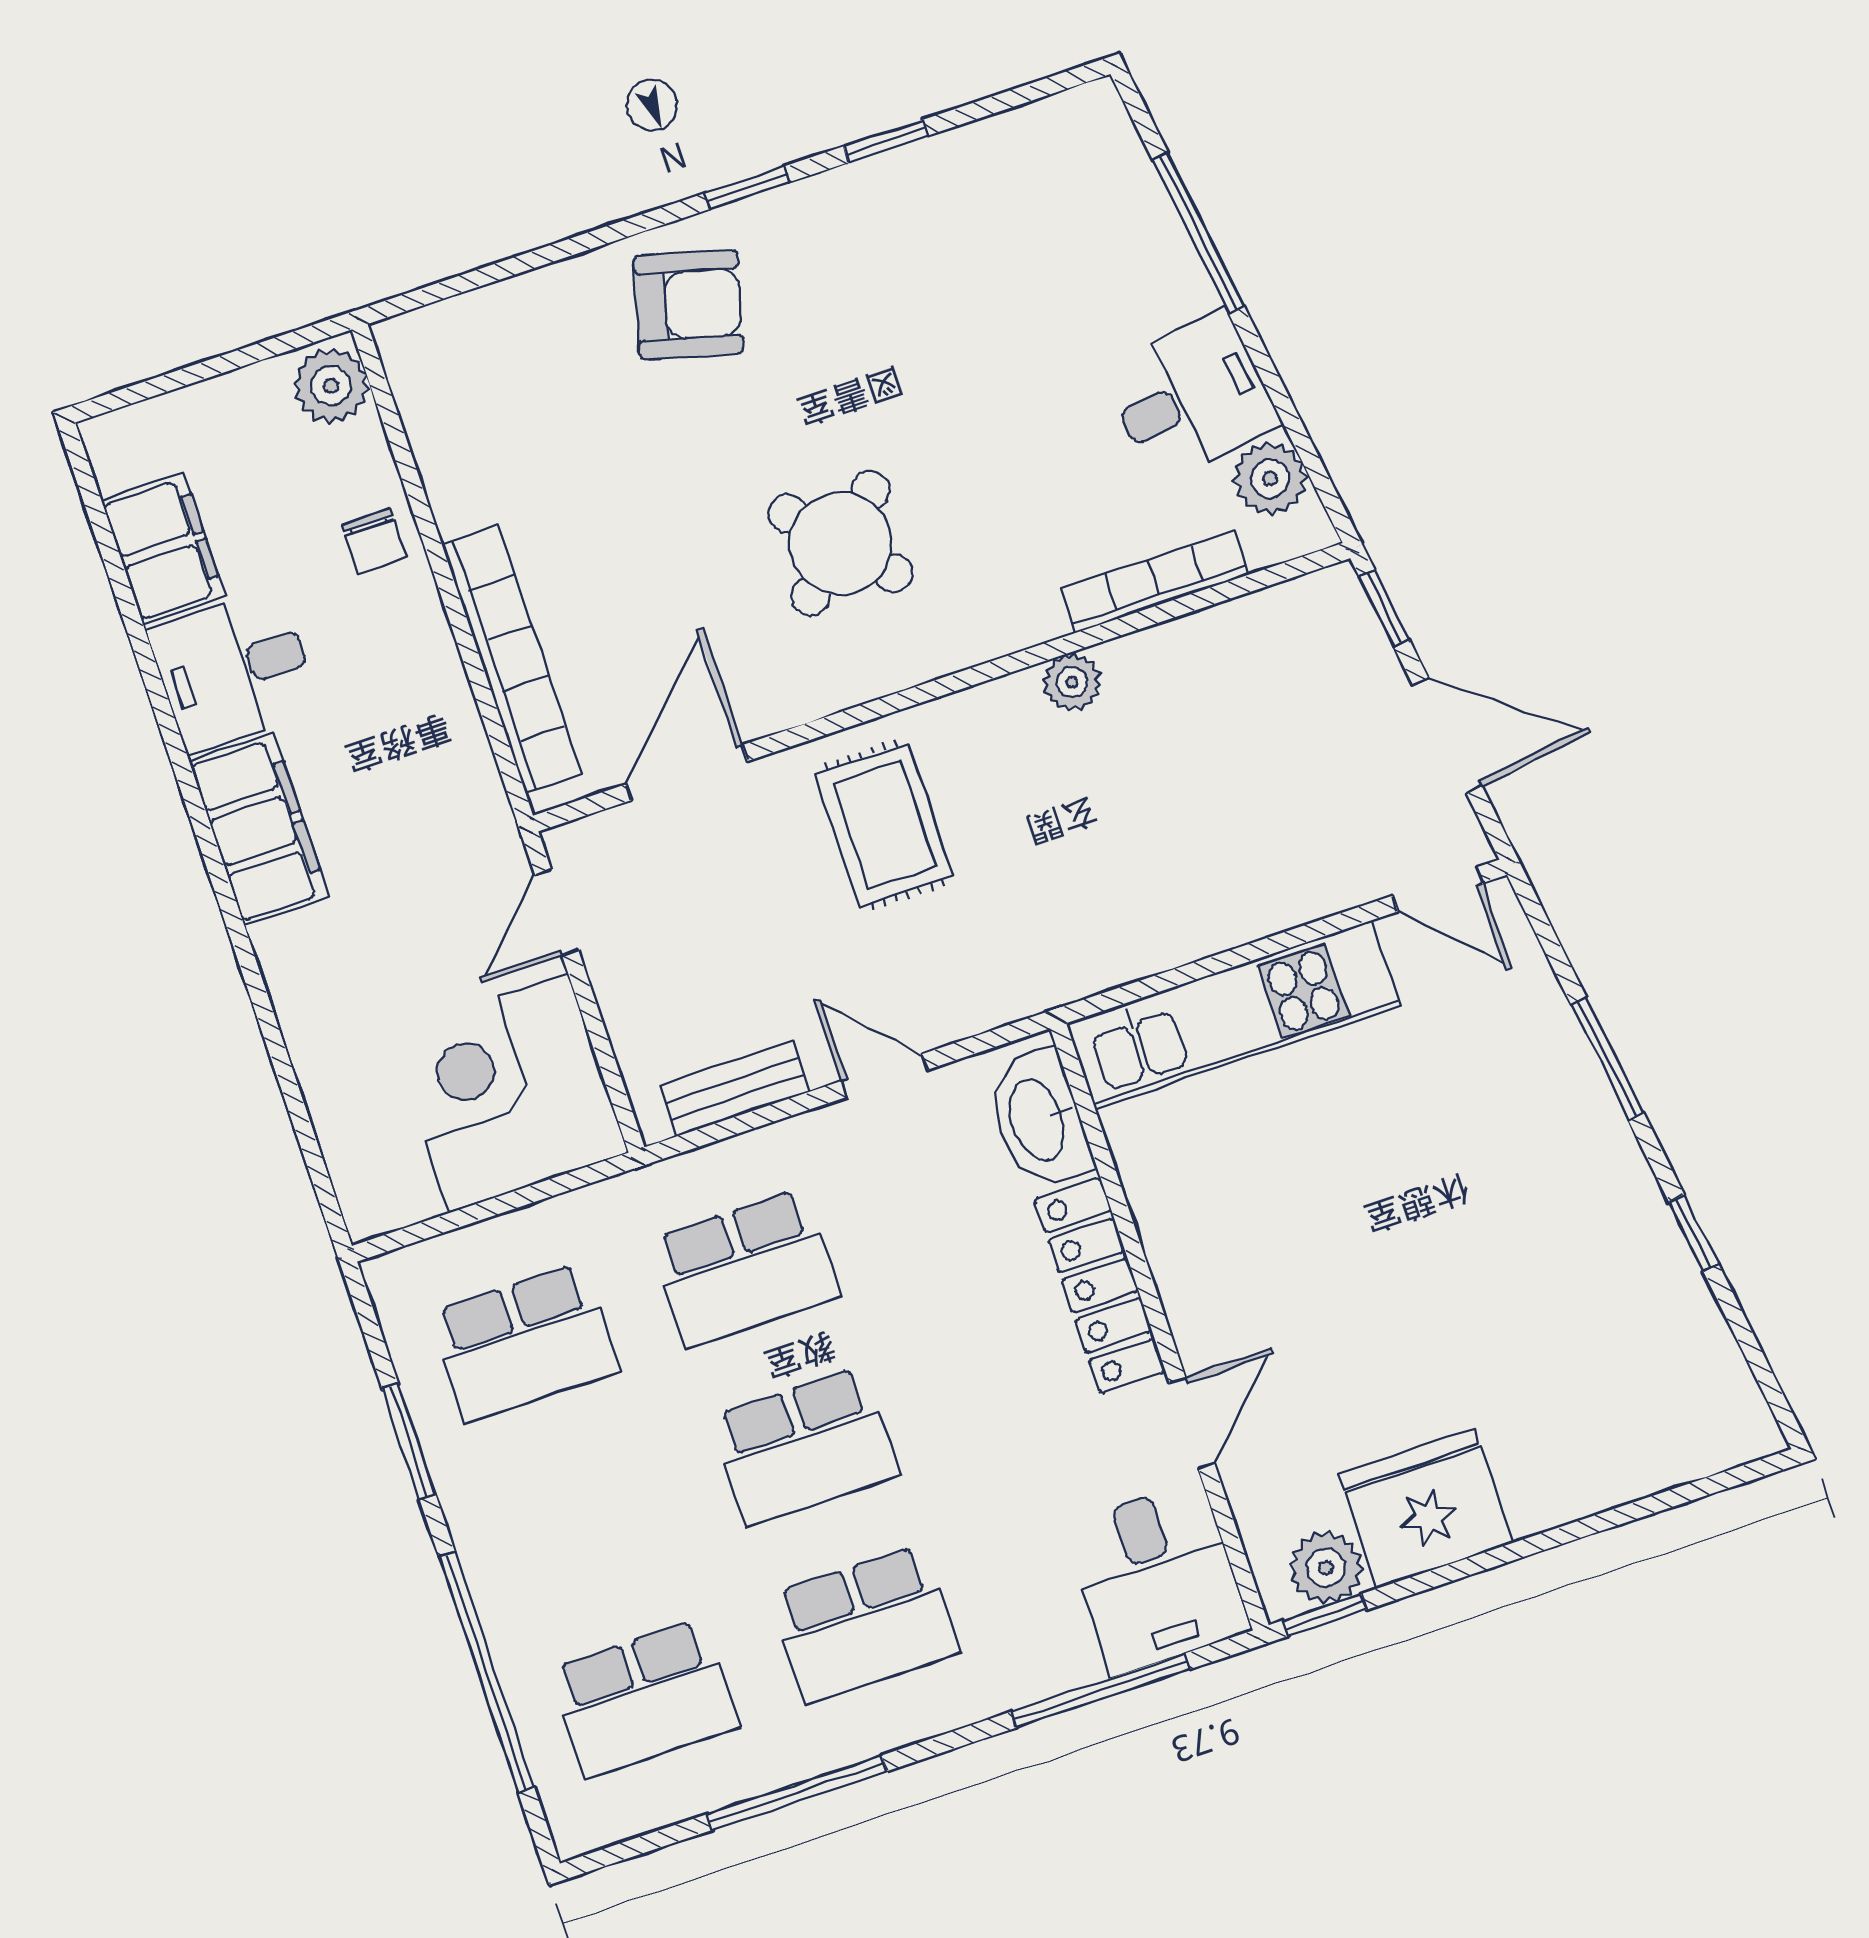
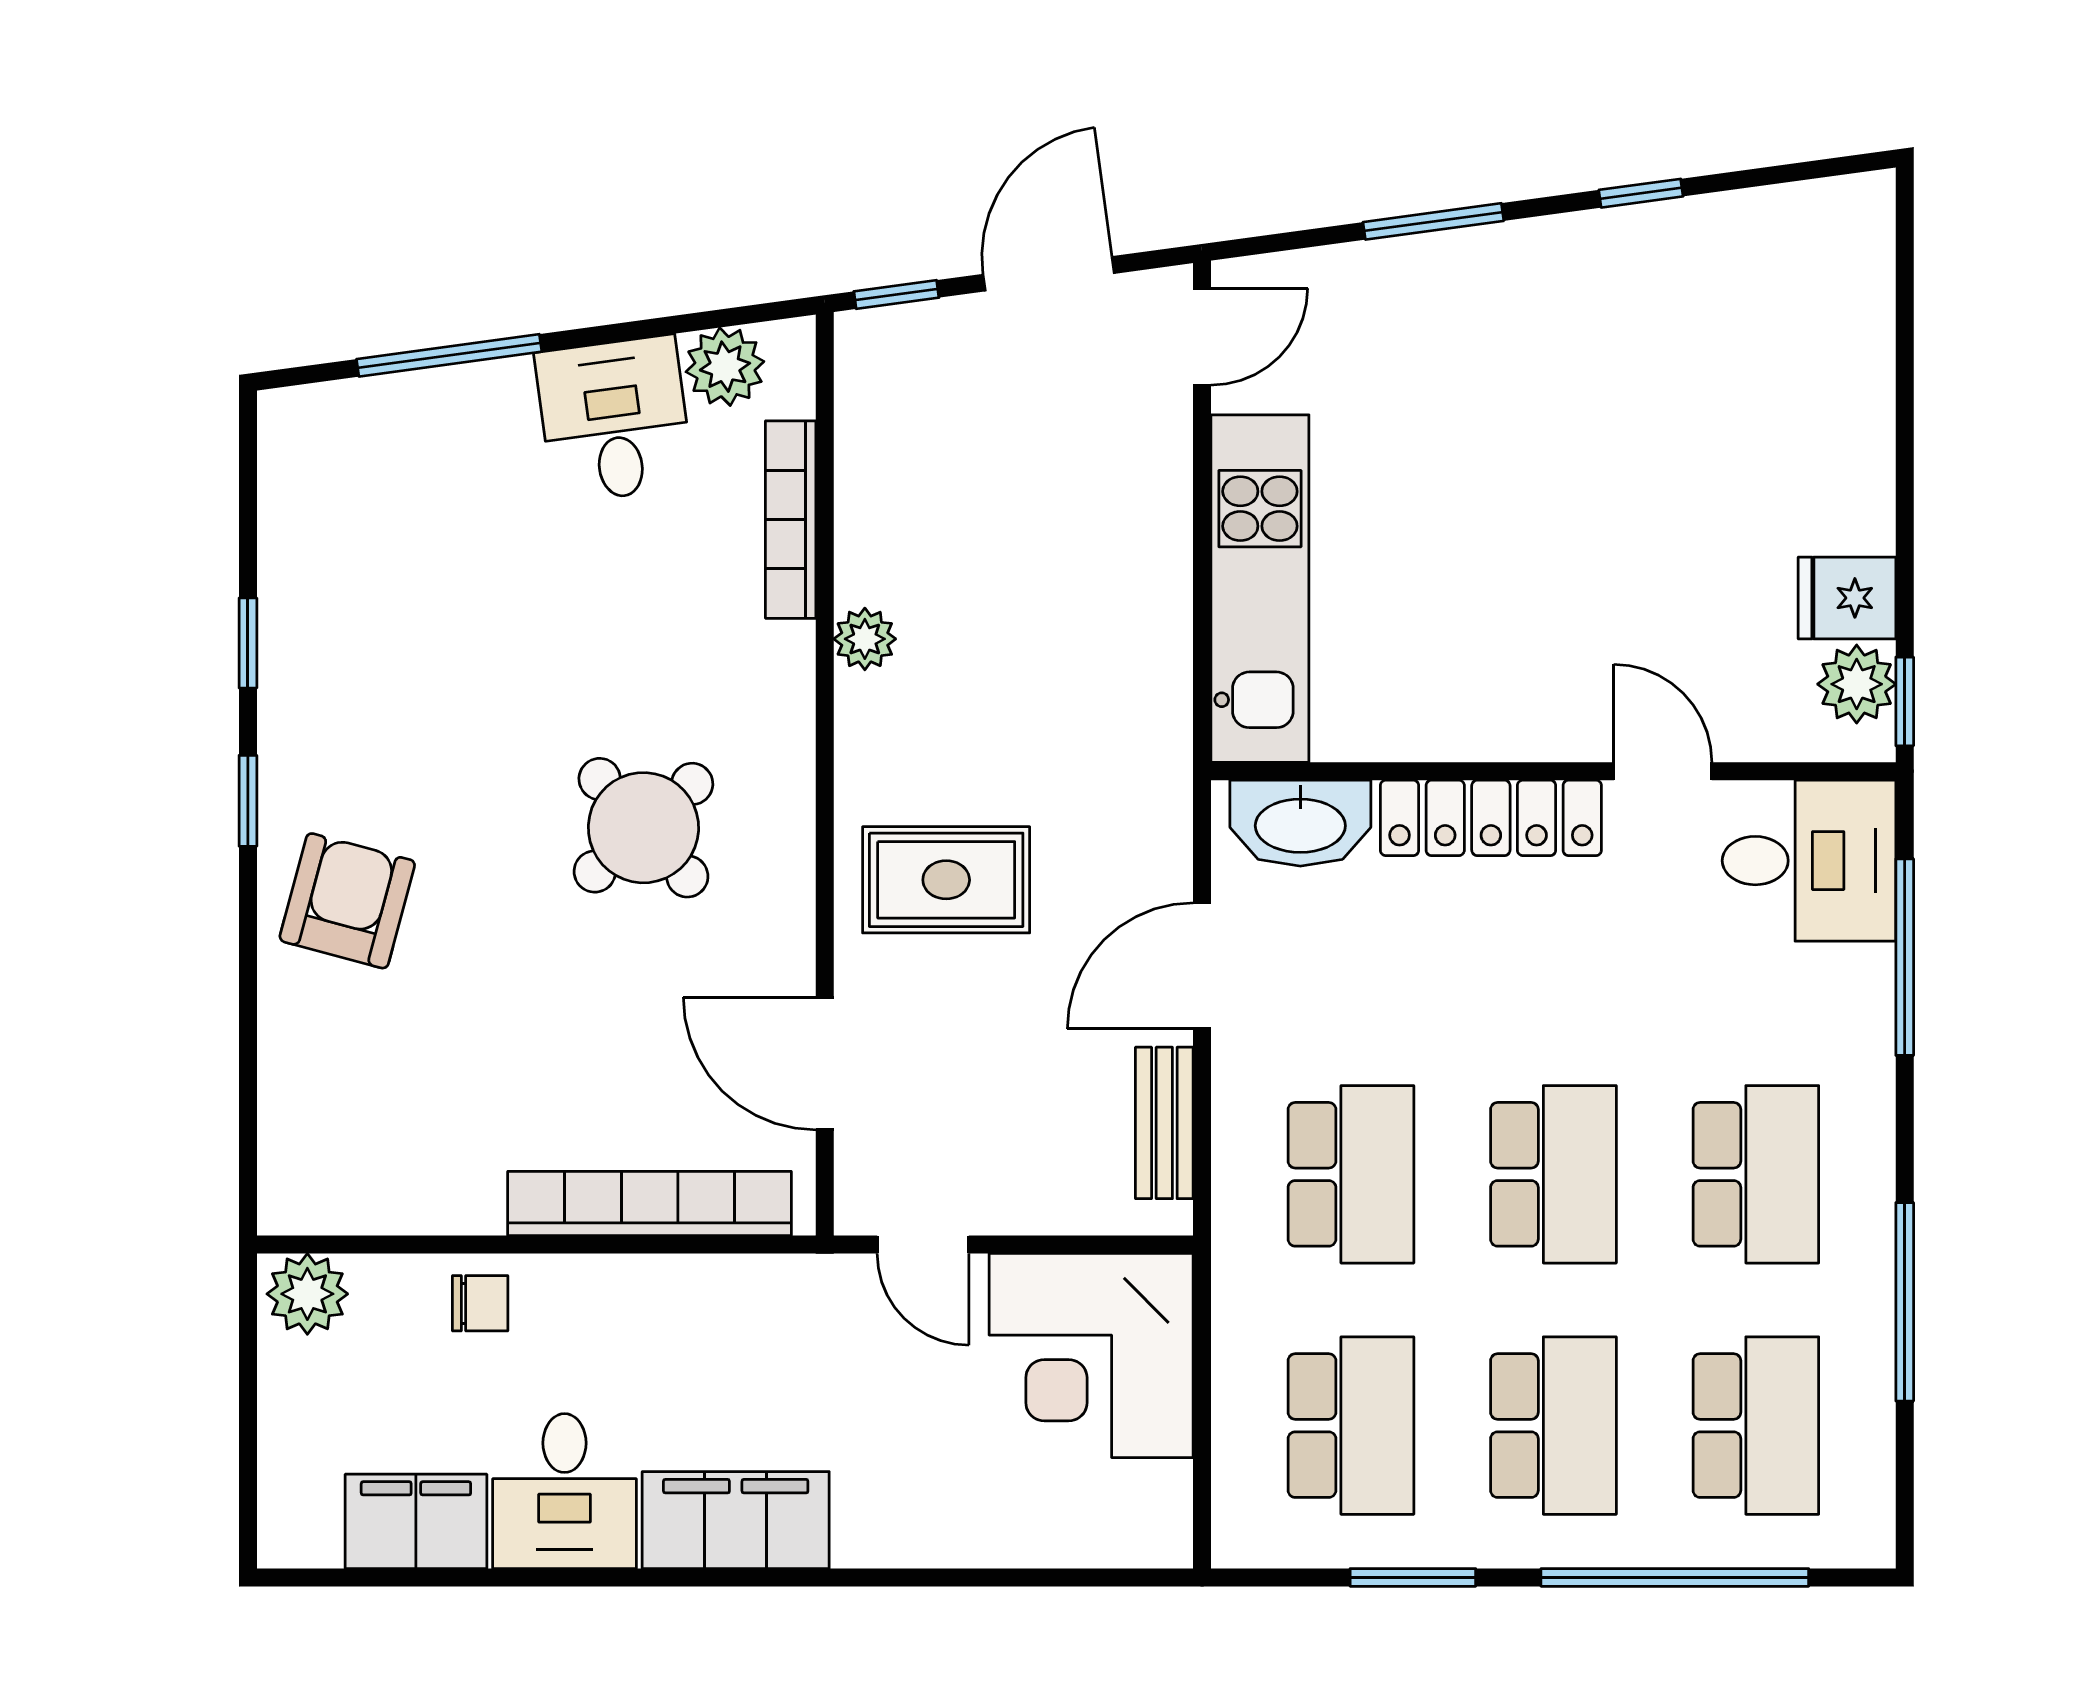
door: (884, 1075) -> (1202, 966), width x1.38
fridge: (1426, 1508) -> (1847, 598), width x0.53, depth x0.75
school desk: (584, 1520) -> (1553, 1426), added

